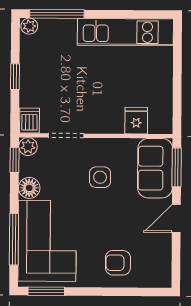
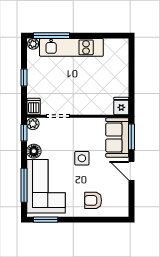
kitchen unit: (125, 32) -> (71, 47), moved
fridge: (136, 121) -> (121, 106), moved
side table: (100, 177) -> (82, 158), moved
door: (176, 219) -> (131, 171), hinge flipped

